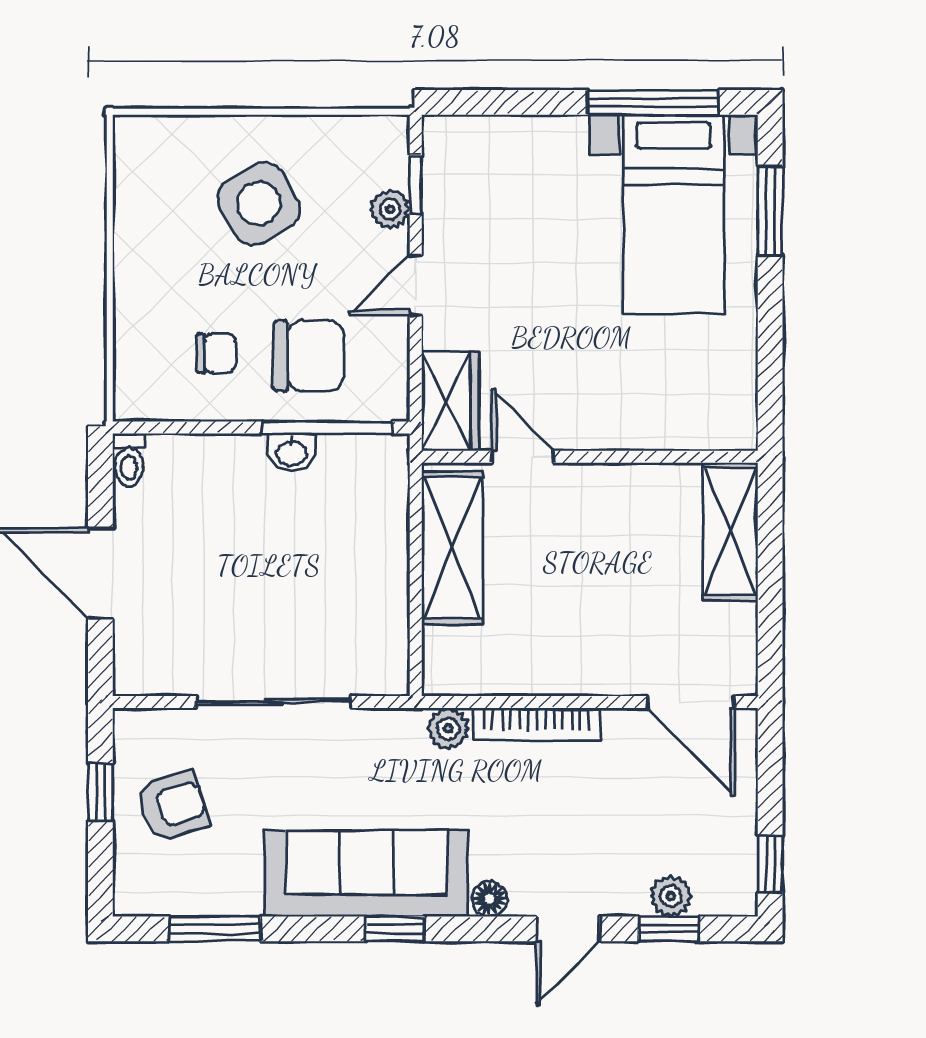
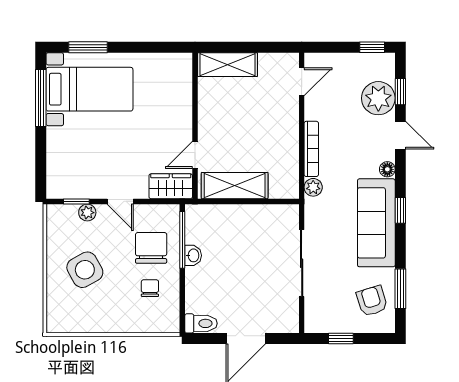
toilet: (129, 460) -> (201, 323), width x1.37, depth x1.39
door: (691, 702) -> (302, 82), width x0.73
armchair: (173, 806) -> (372, 301), moved
plant: (671, 896) -> (378, 98), width x1.88, depth x1.88

